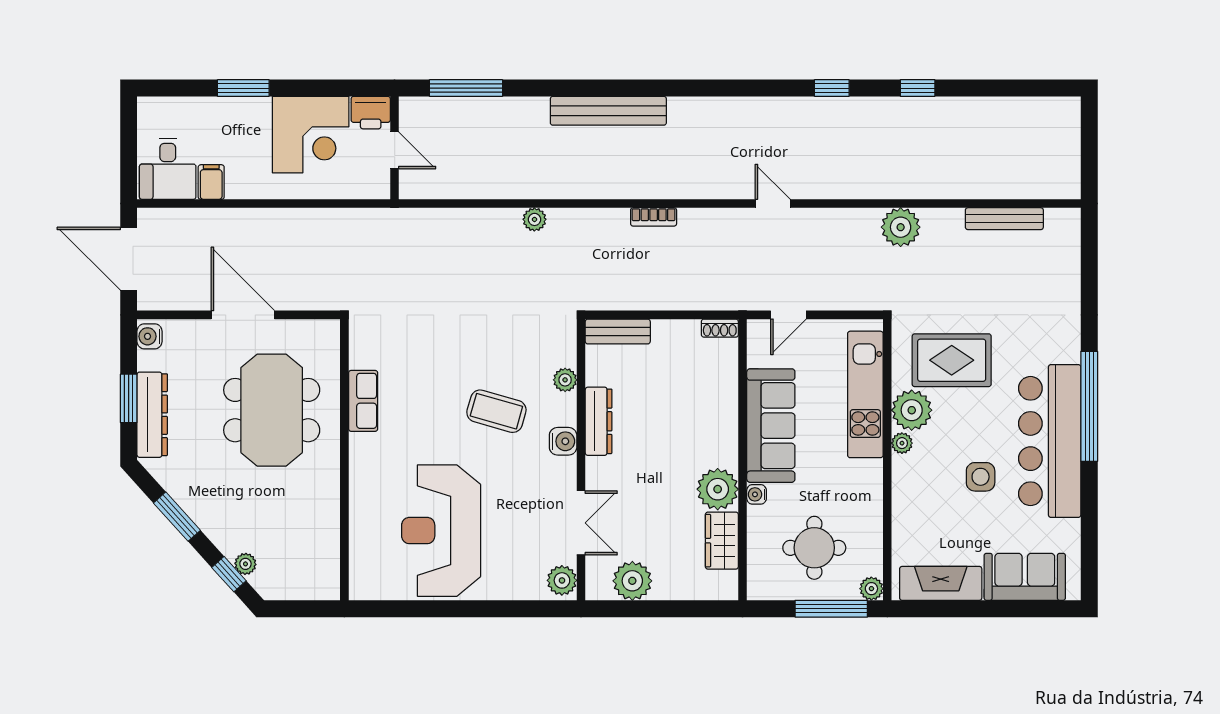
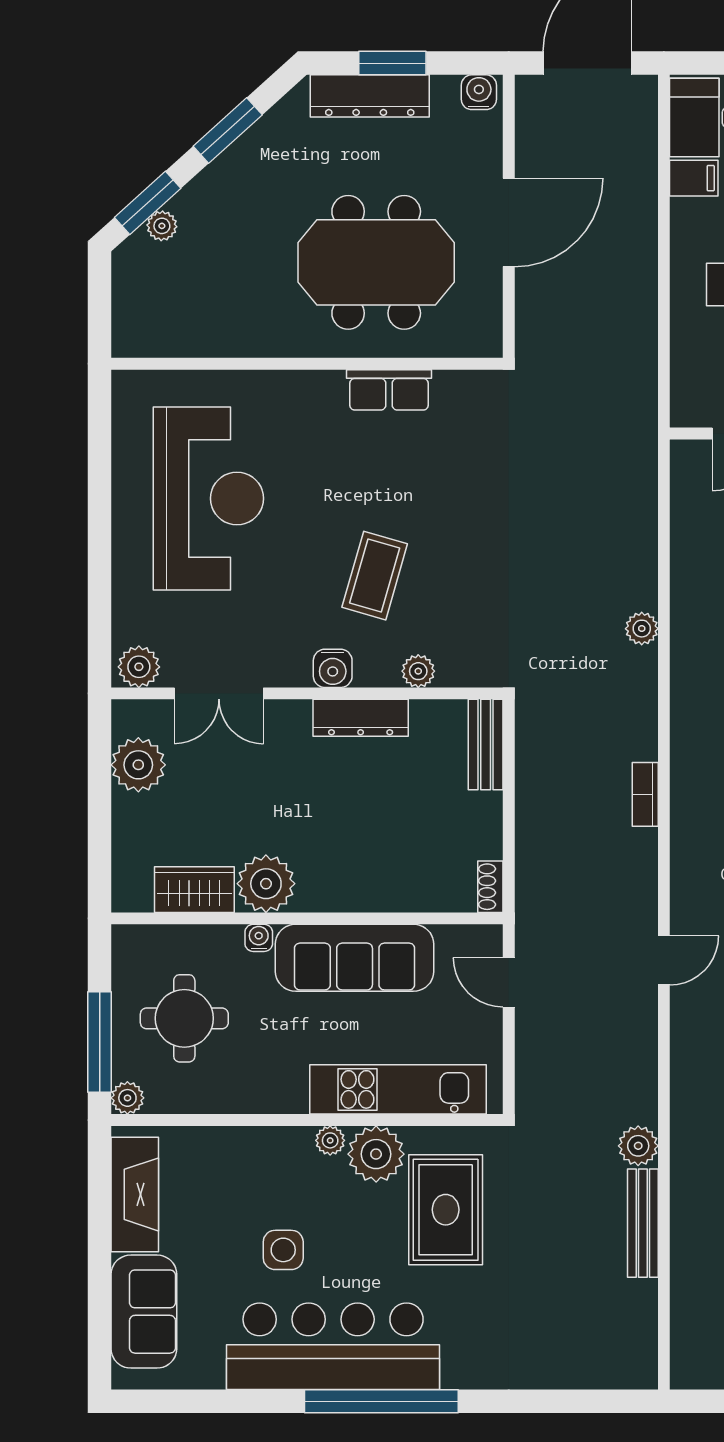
bench: (1004, 219) -> (643, 1223), moved
plant: (901, 227) -> (638, 1146), width x0.73, depth x0.73
reception desk: (441, 531) -> (208, 498), turned 90
window: (229, 574) -> (148, 203), width x1.50

